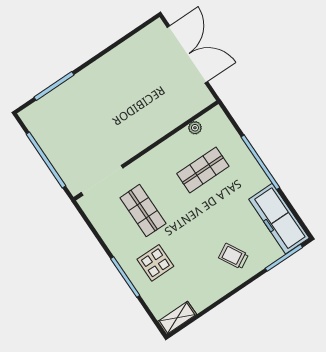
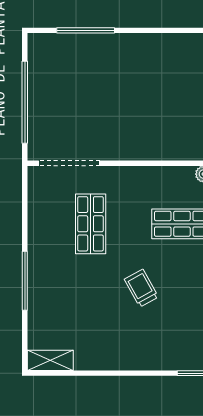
trolley: (234, 256) -> (141, 288), moved
display table: (155, 263) -> (67, 287), removed

